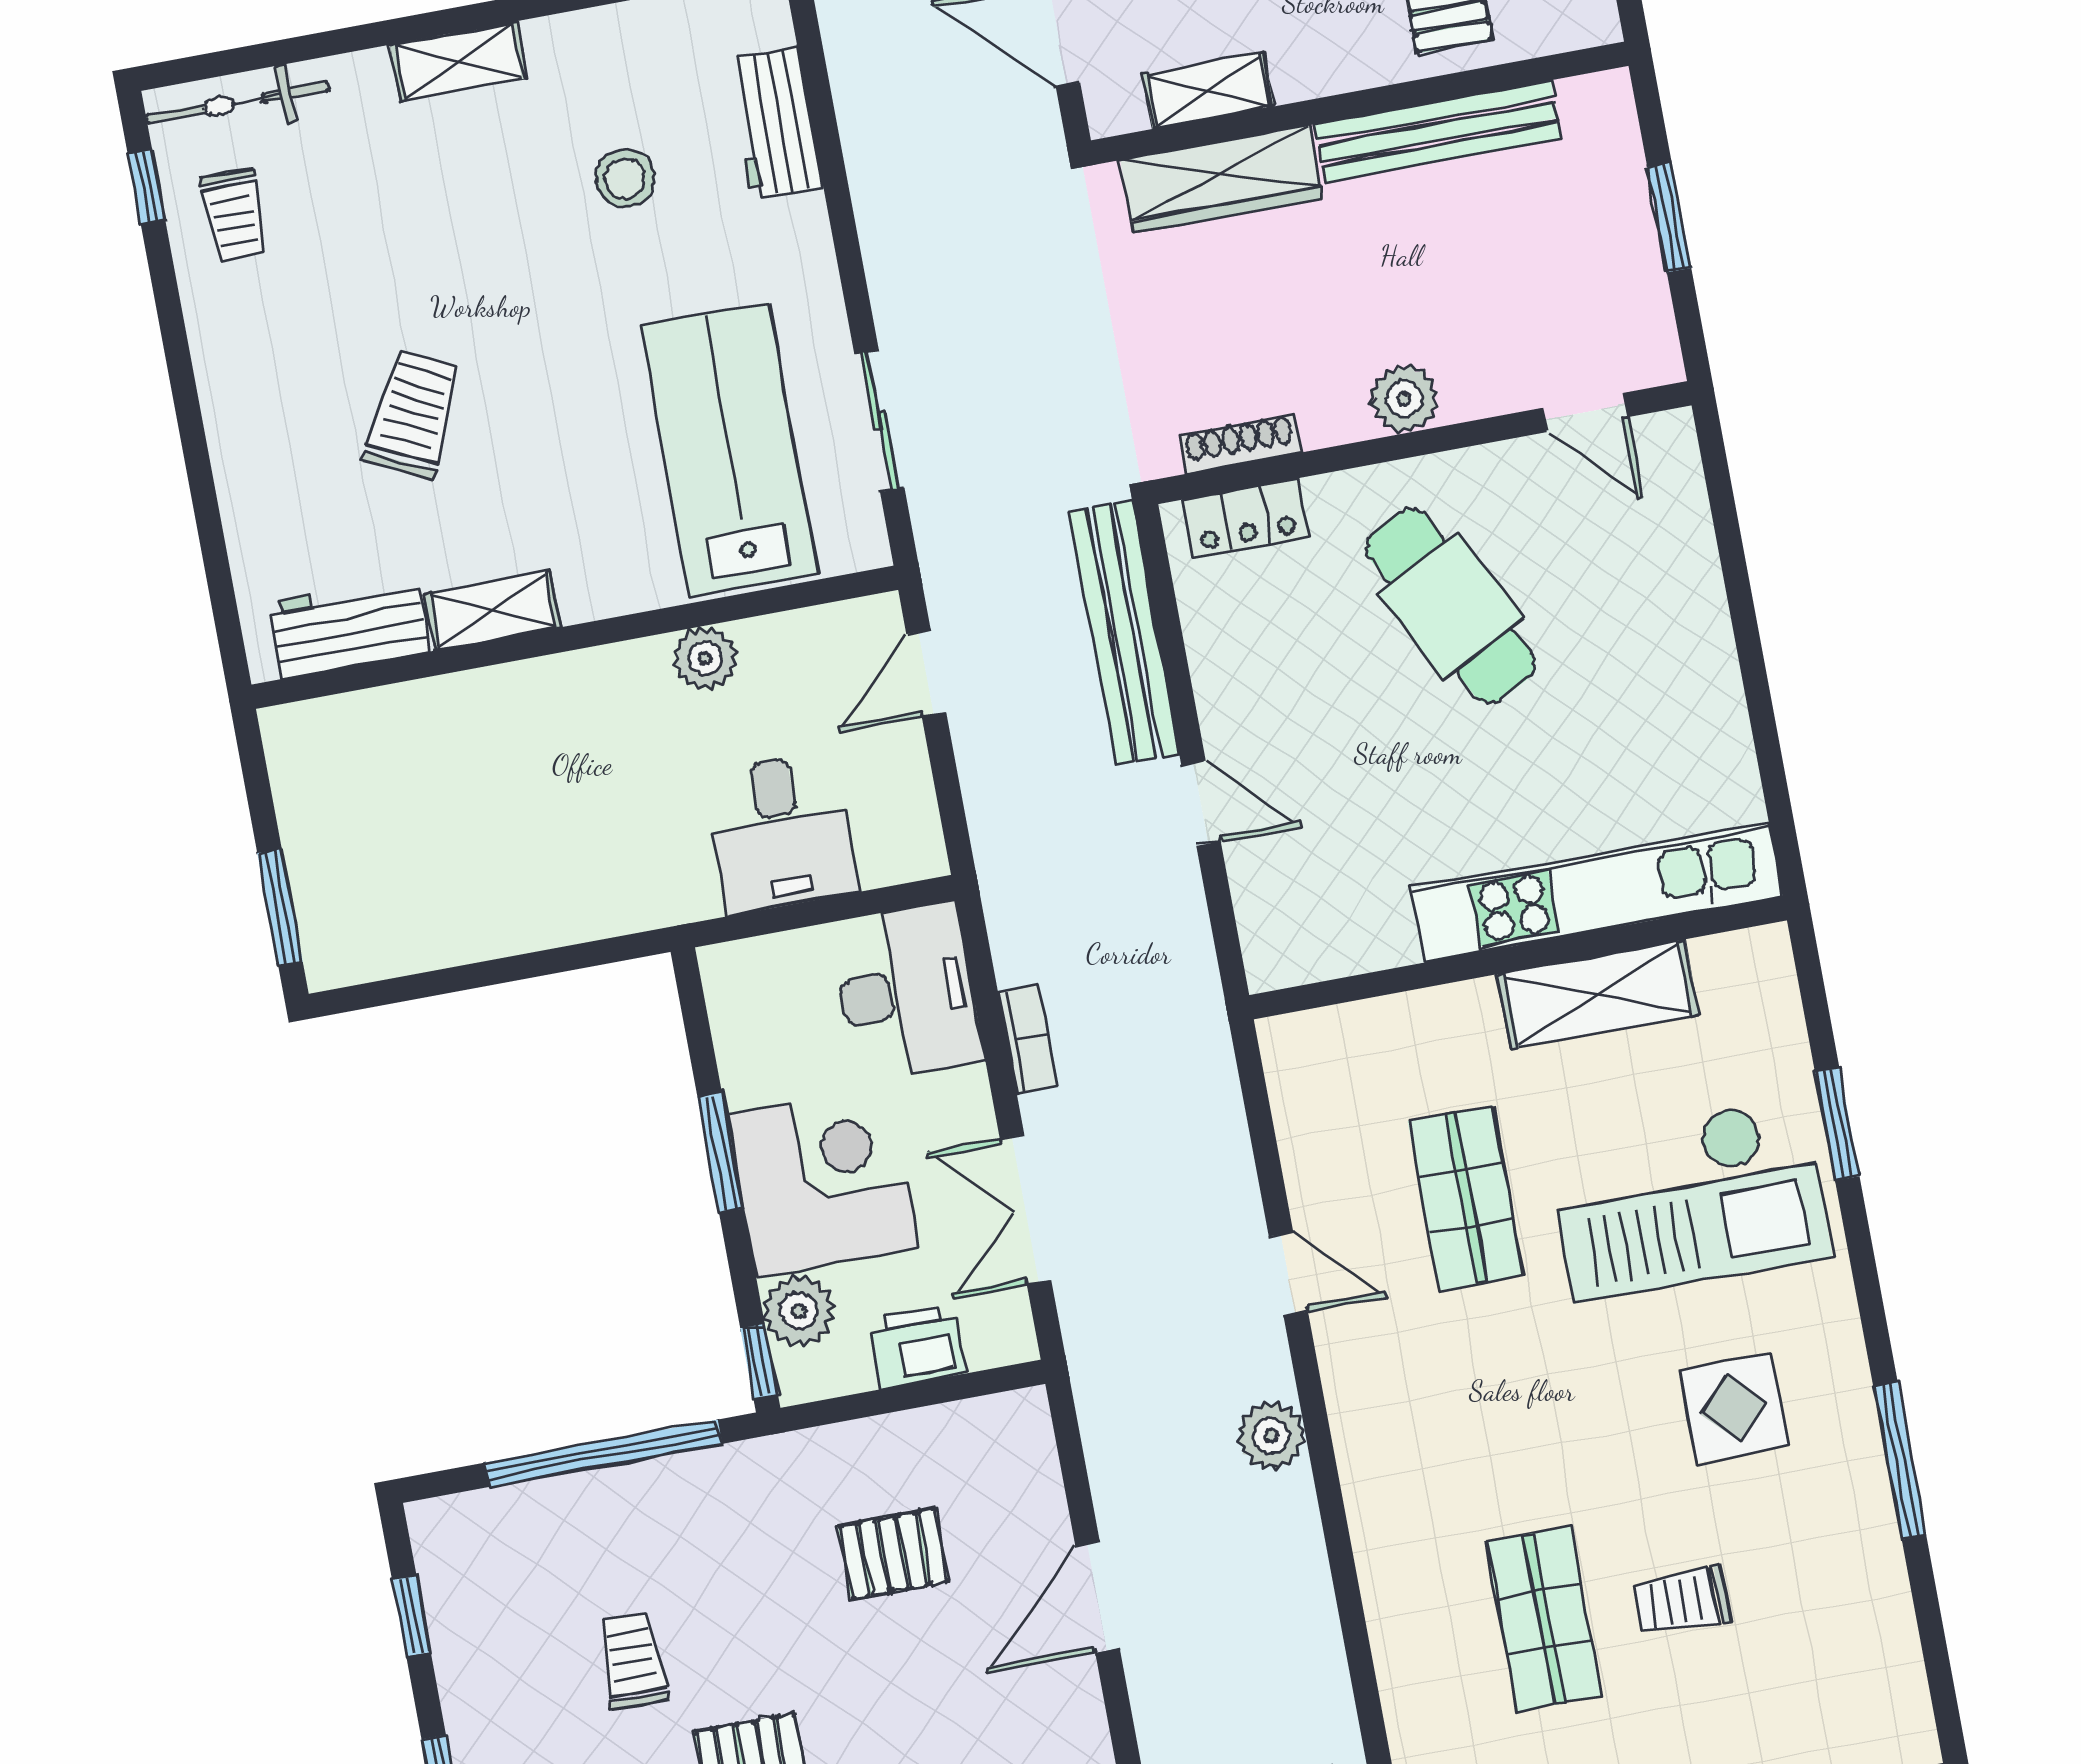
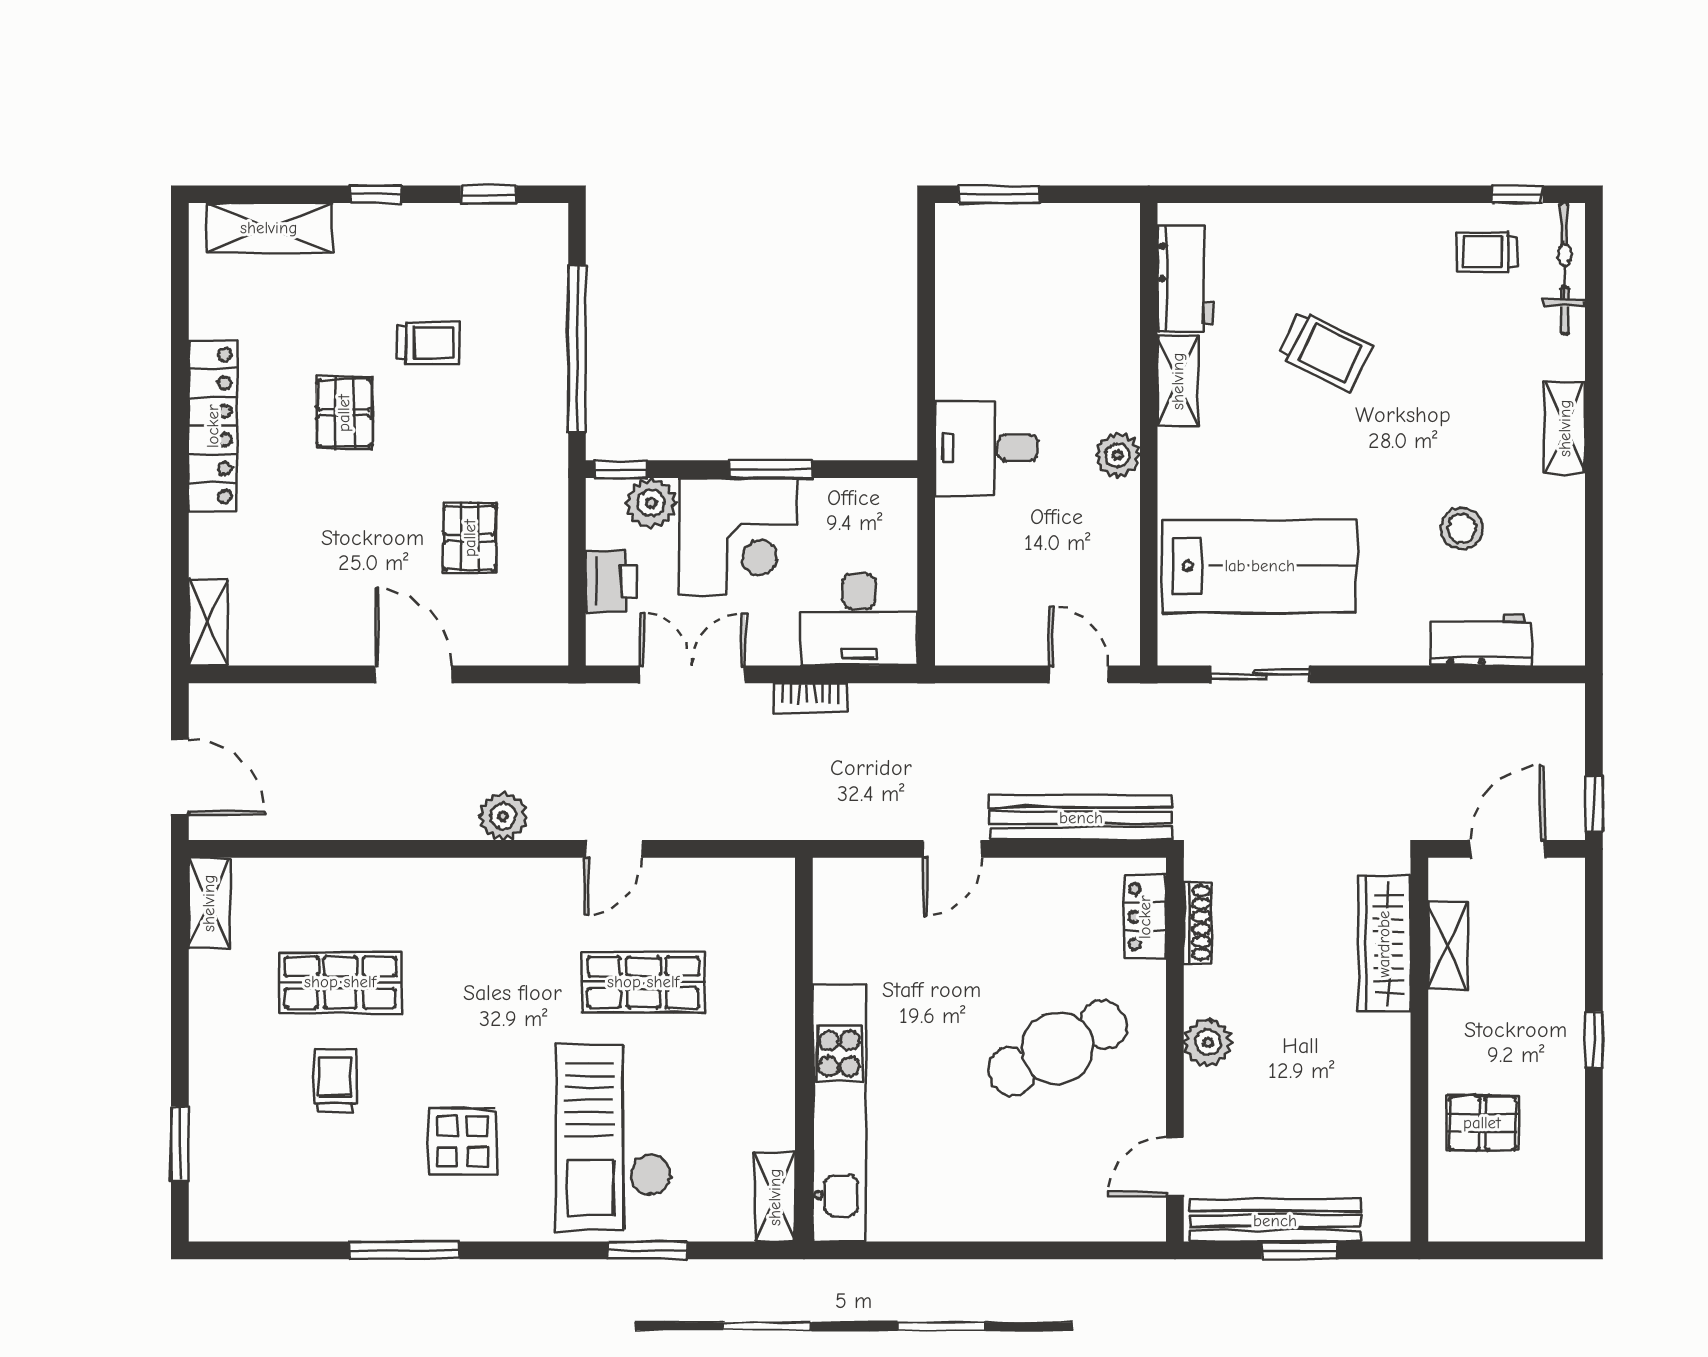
bench: (1438, 132) -> (1275, 1221), moved, turned 90
plant: (705, 658) -> (1118, 455), moved
desk: (781, 833) -> (986, 448), moved
shelving: (1598, 994) -> (775, 1197), moved, width x0.67, depth x0.75

